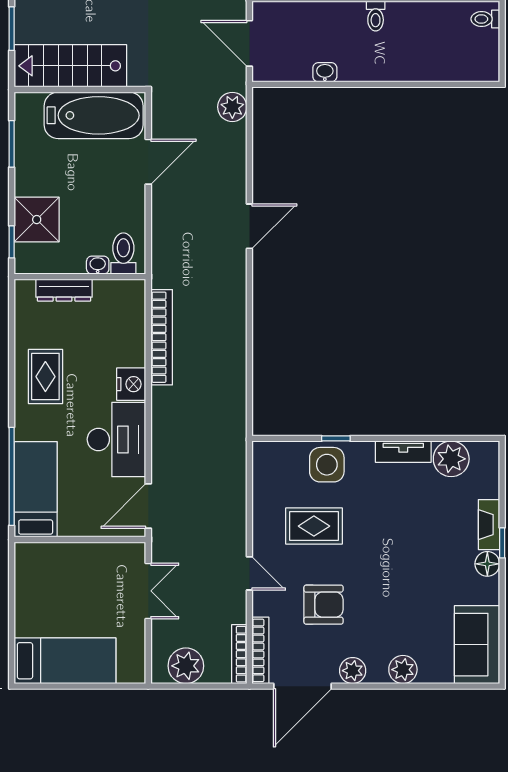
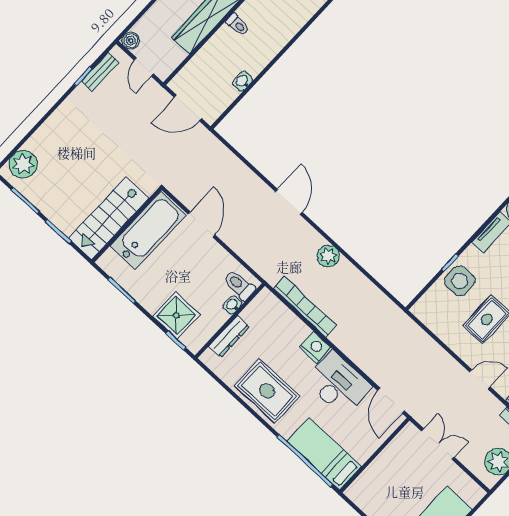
plant: (232, 107) -> (328, 256), moved
rug: (45, 377) -> (267, 391), width x1.36, depth x1.43

